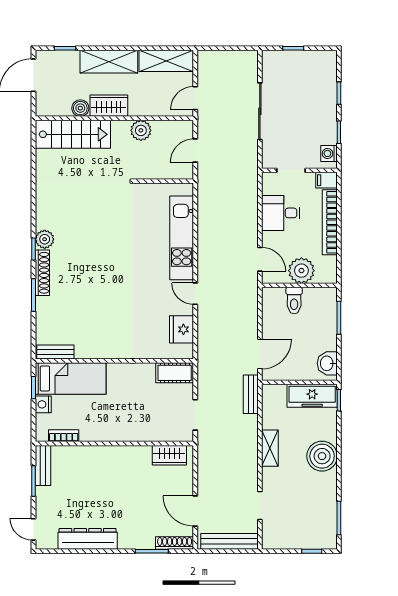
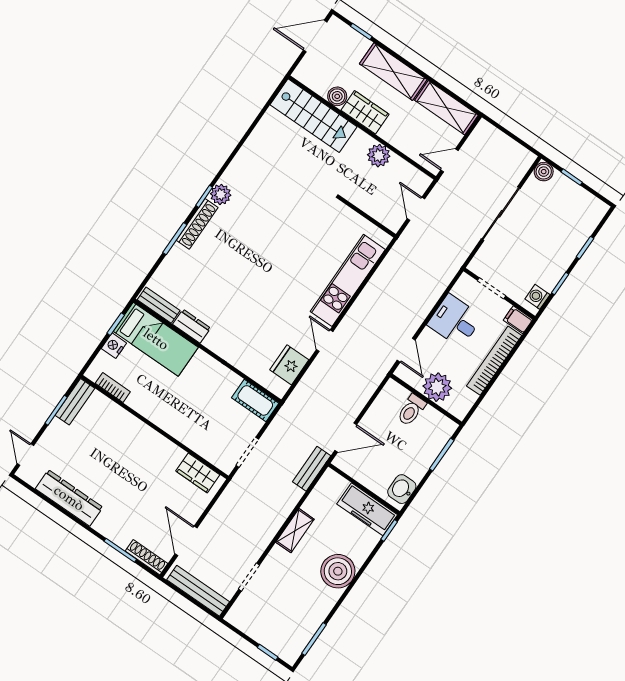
boiler: (270, 58) -> (544, 172), added
door: (195, 151) -> (416, 209), hinge flipped
dresser: (90, 351) -> (192, 326), added

